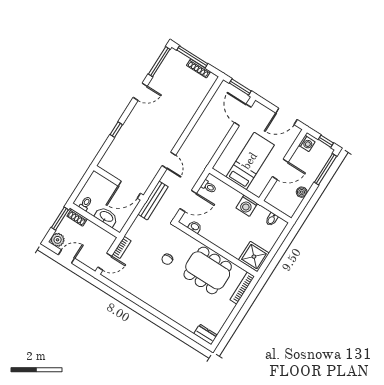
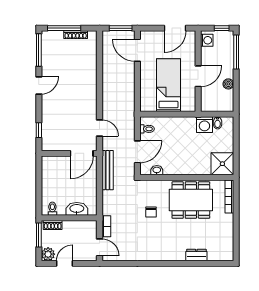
wall: (119, 183) -> (69, 153), moved
door: (129, 190) -> (82, 153), moved
washing machine: (247, 206) -> (204, 125), moved
door: (105, 262) -> (100, 247), hinge flipped
dresser: (206, 334) -> (196, 255), moved

